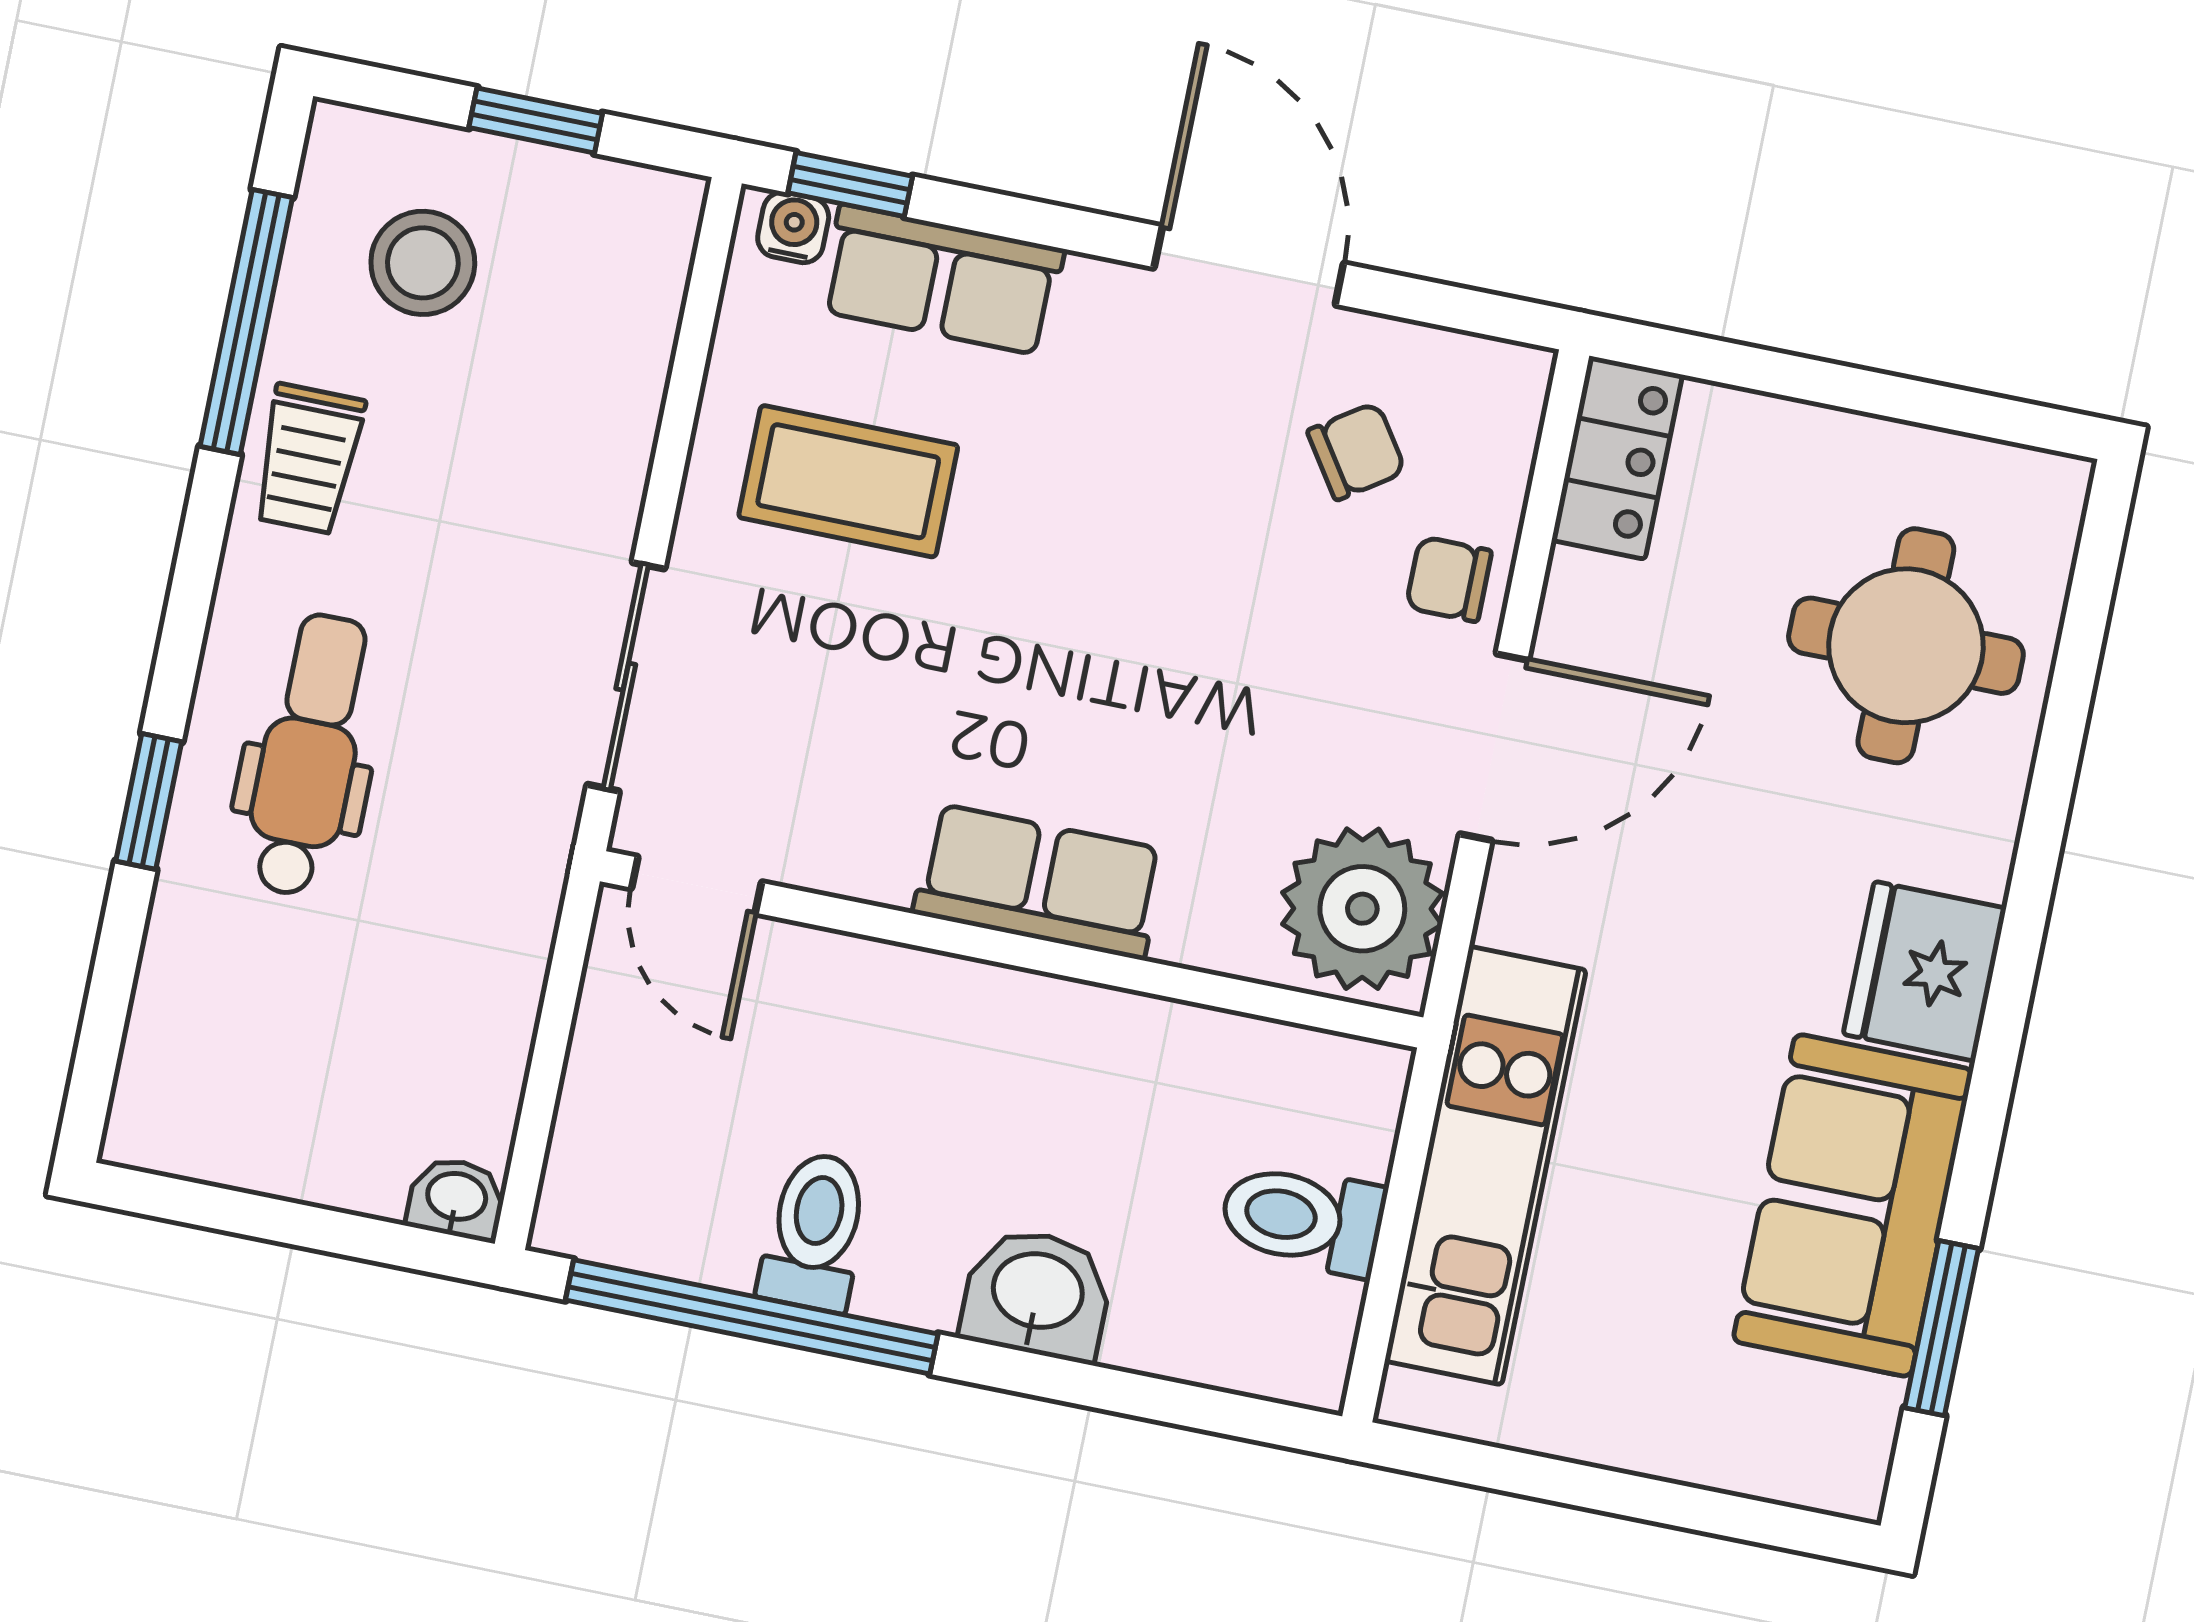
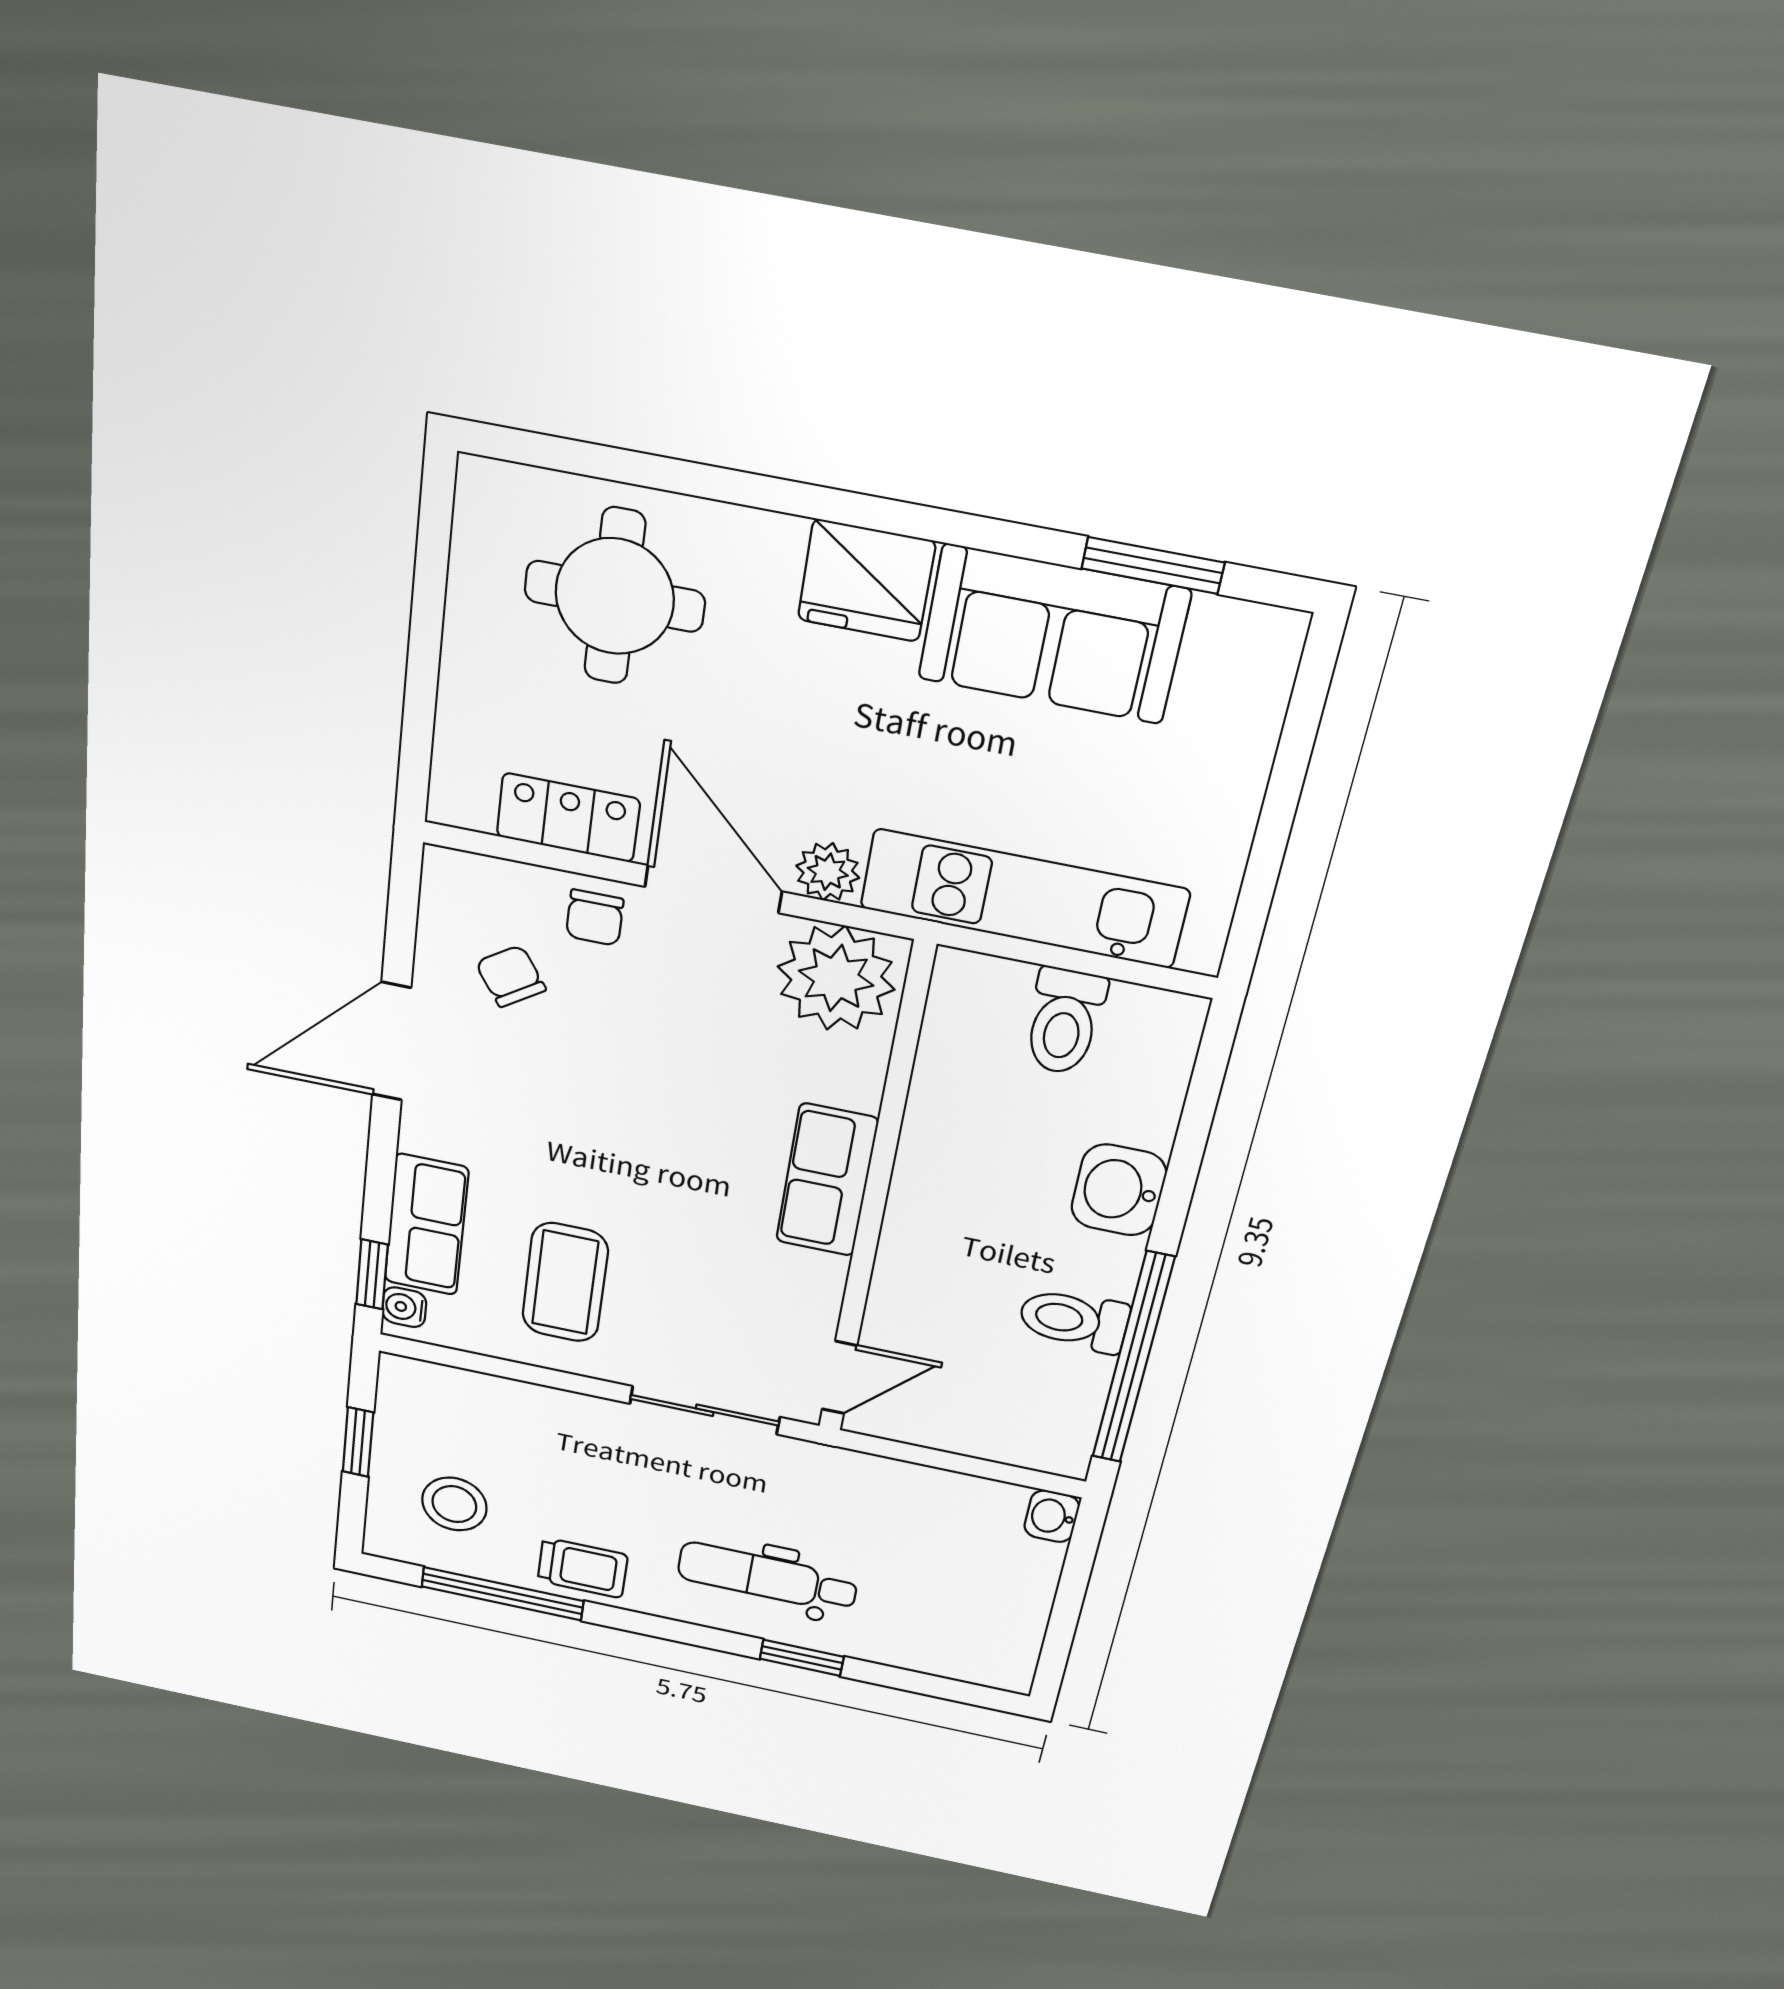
locker: (1617, 458) -> (568, 818), moved
plant: (1521, 904) -> (828, 872), added

